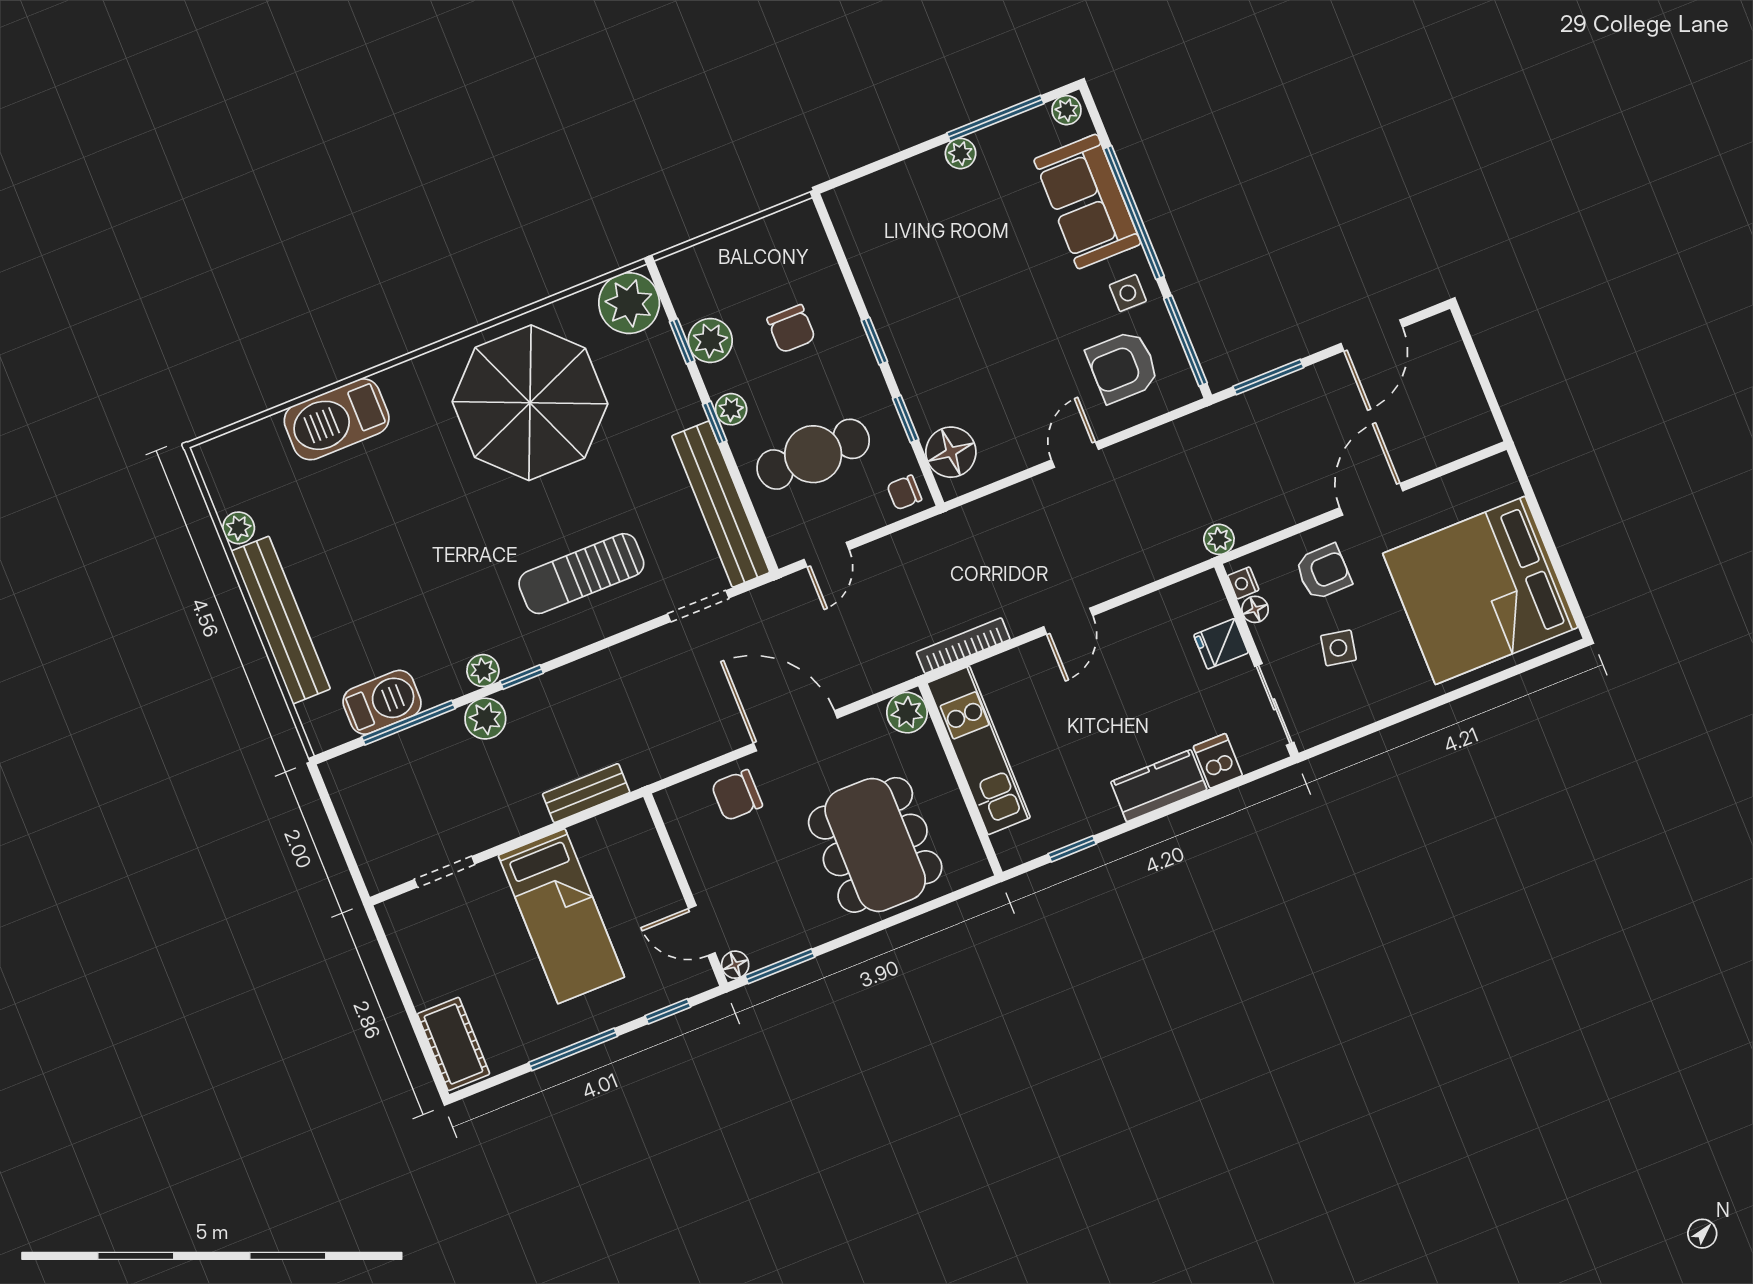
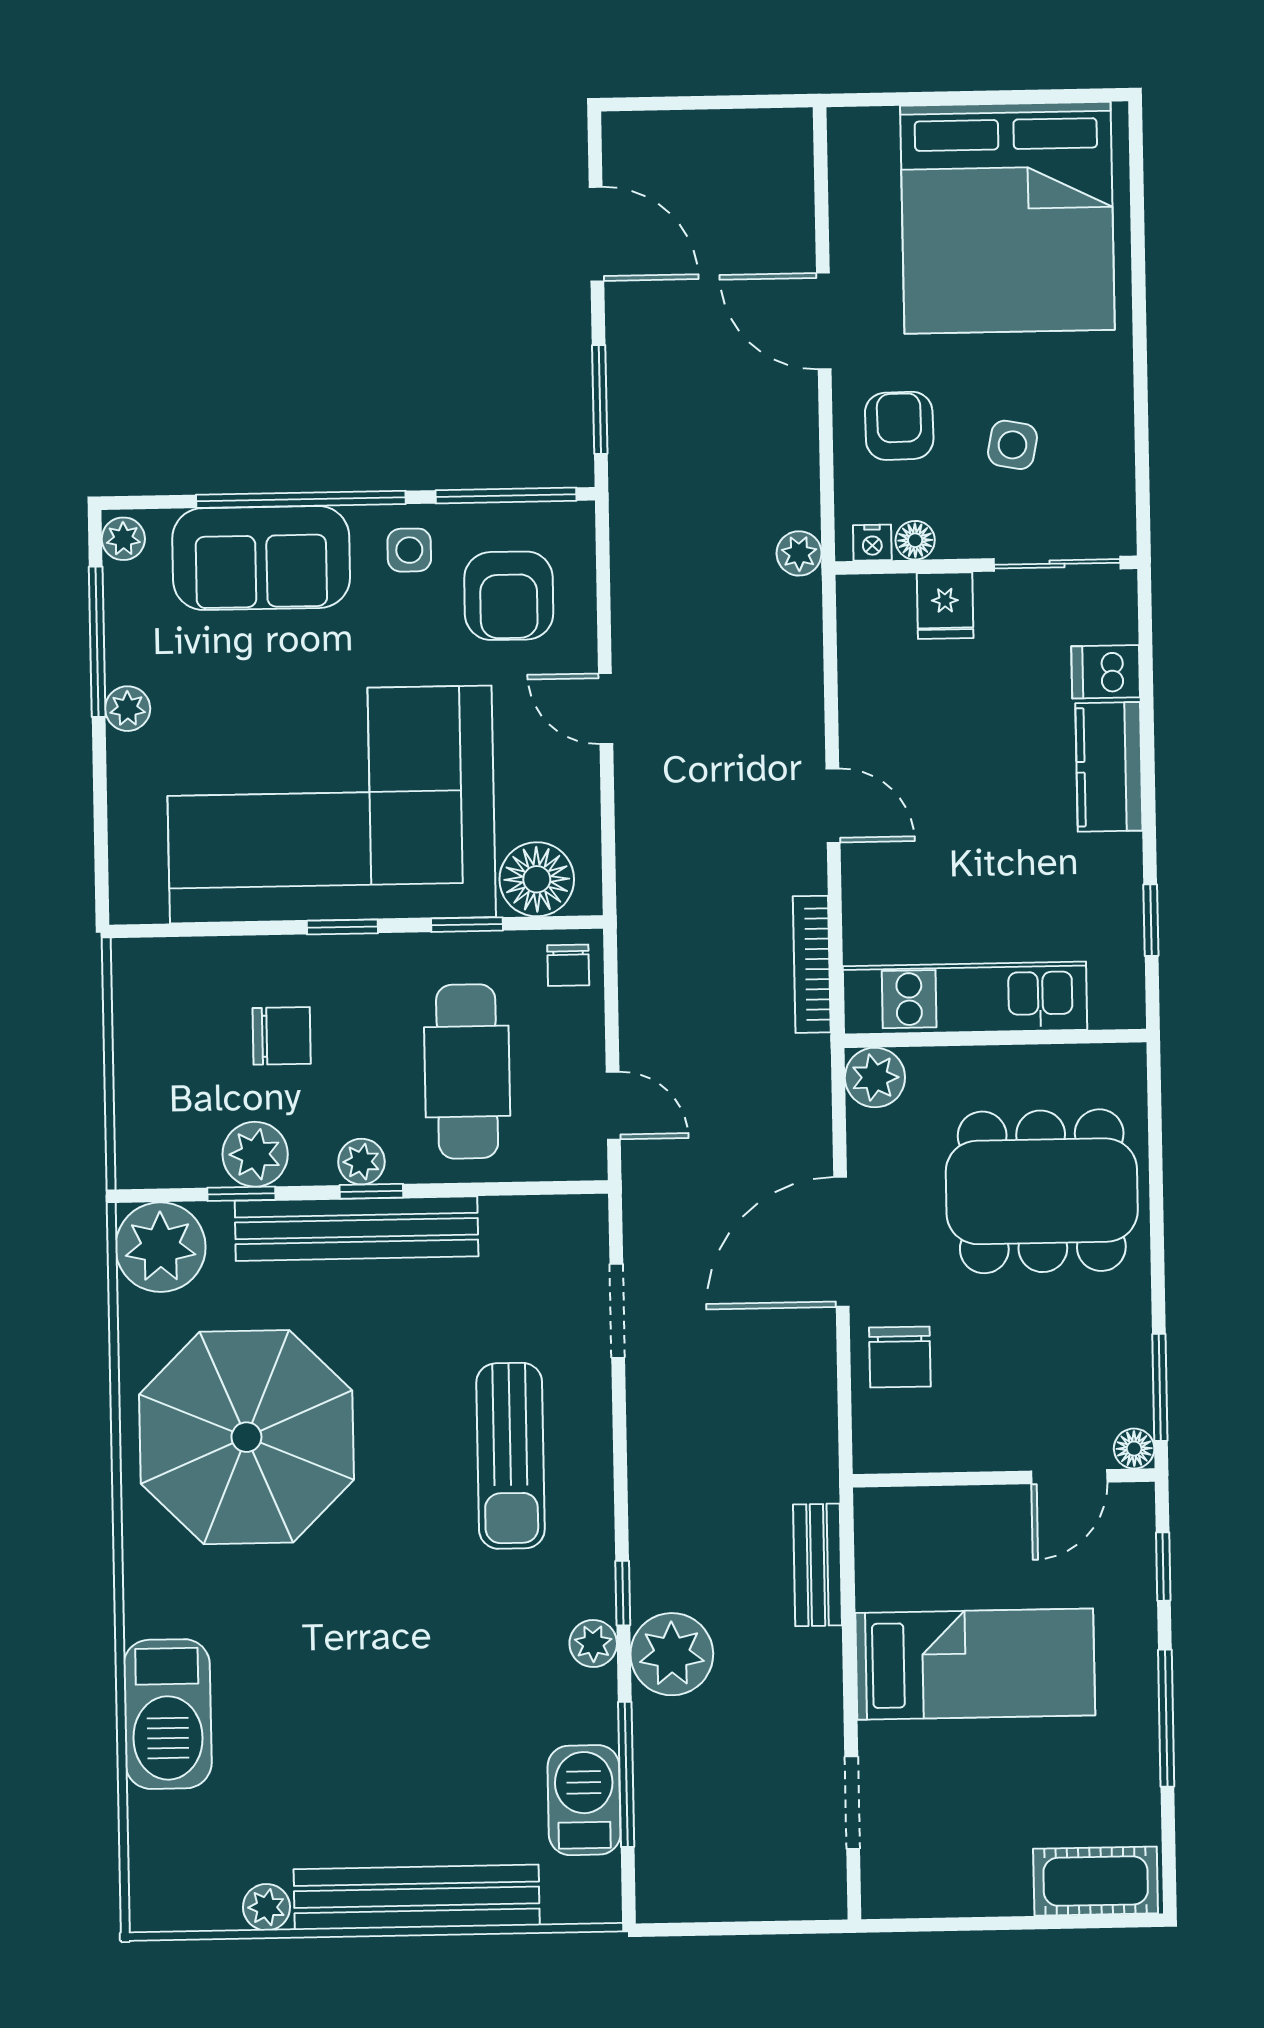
corner sofa: (949, 304) -> (331, 804), added
bench: (721, 504) -> (357, 1229), moved
plant: (485, 719) -> (672, 1654), width x1.36, depth x1.36

